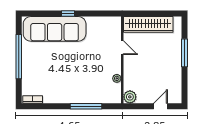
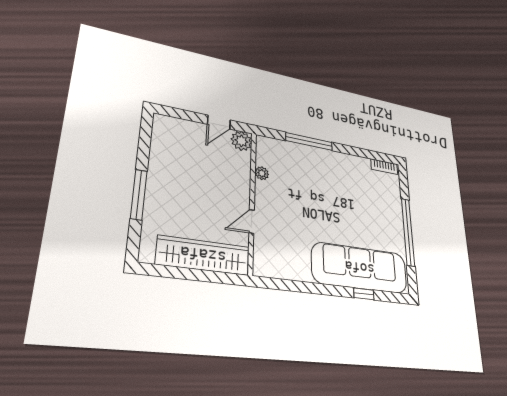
window: (68, 14) -> (364, 294), moved
door: (122, 48) -> (252, 221), hinge flipped
door: (161, 106) -> (219, 122), moved

